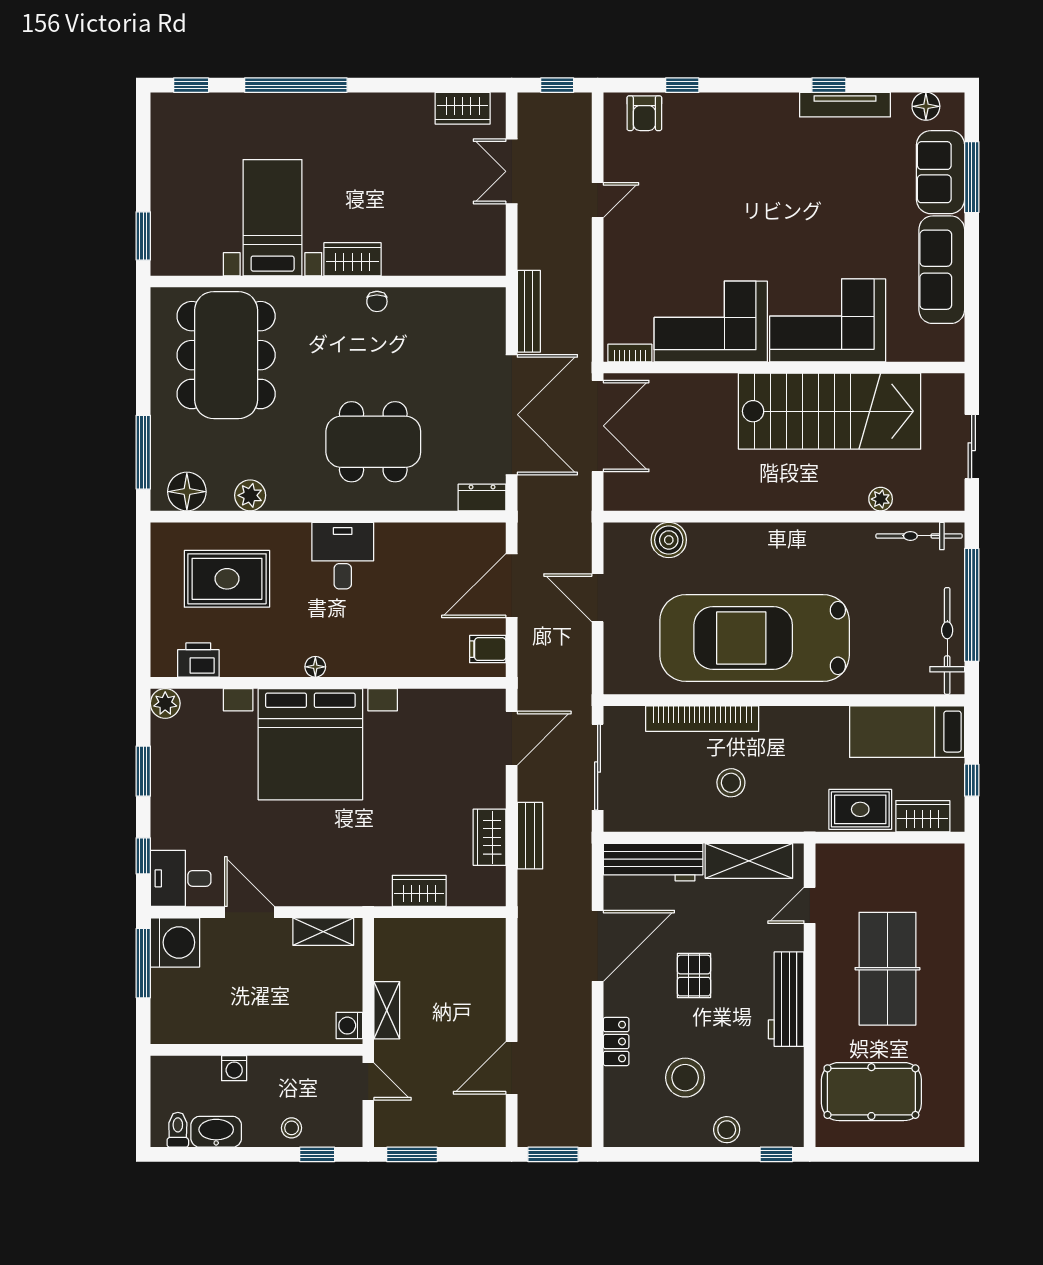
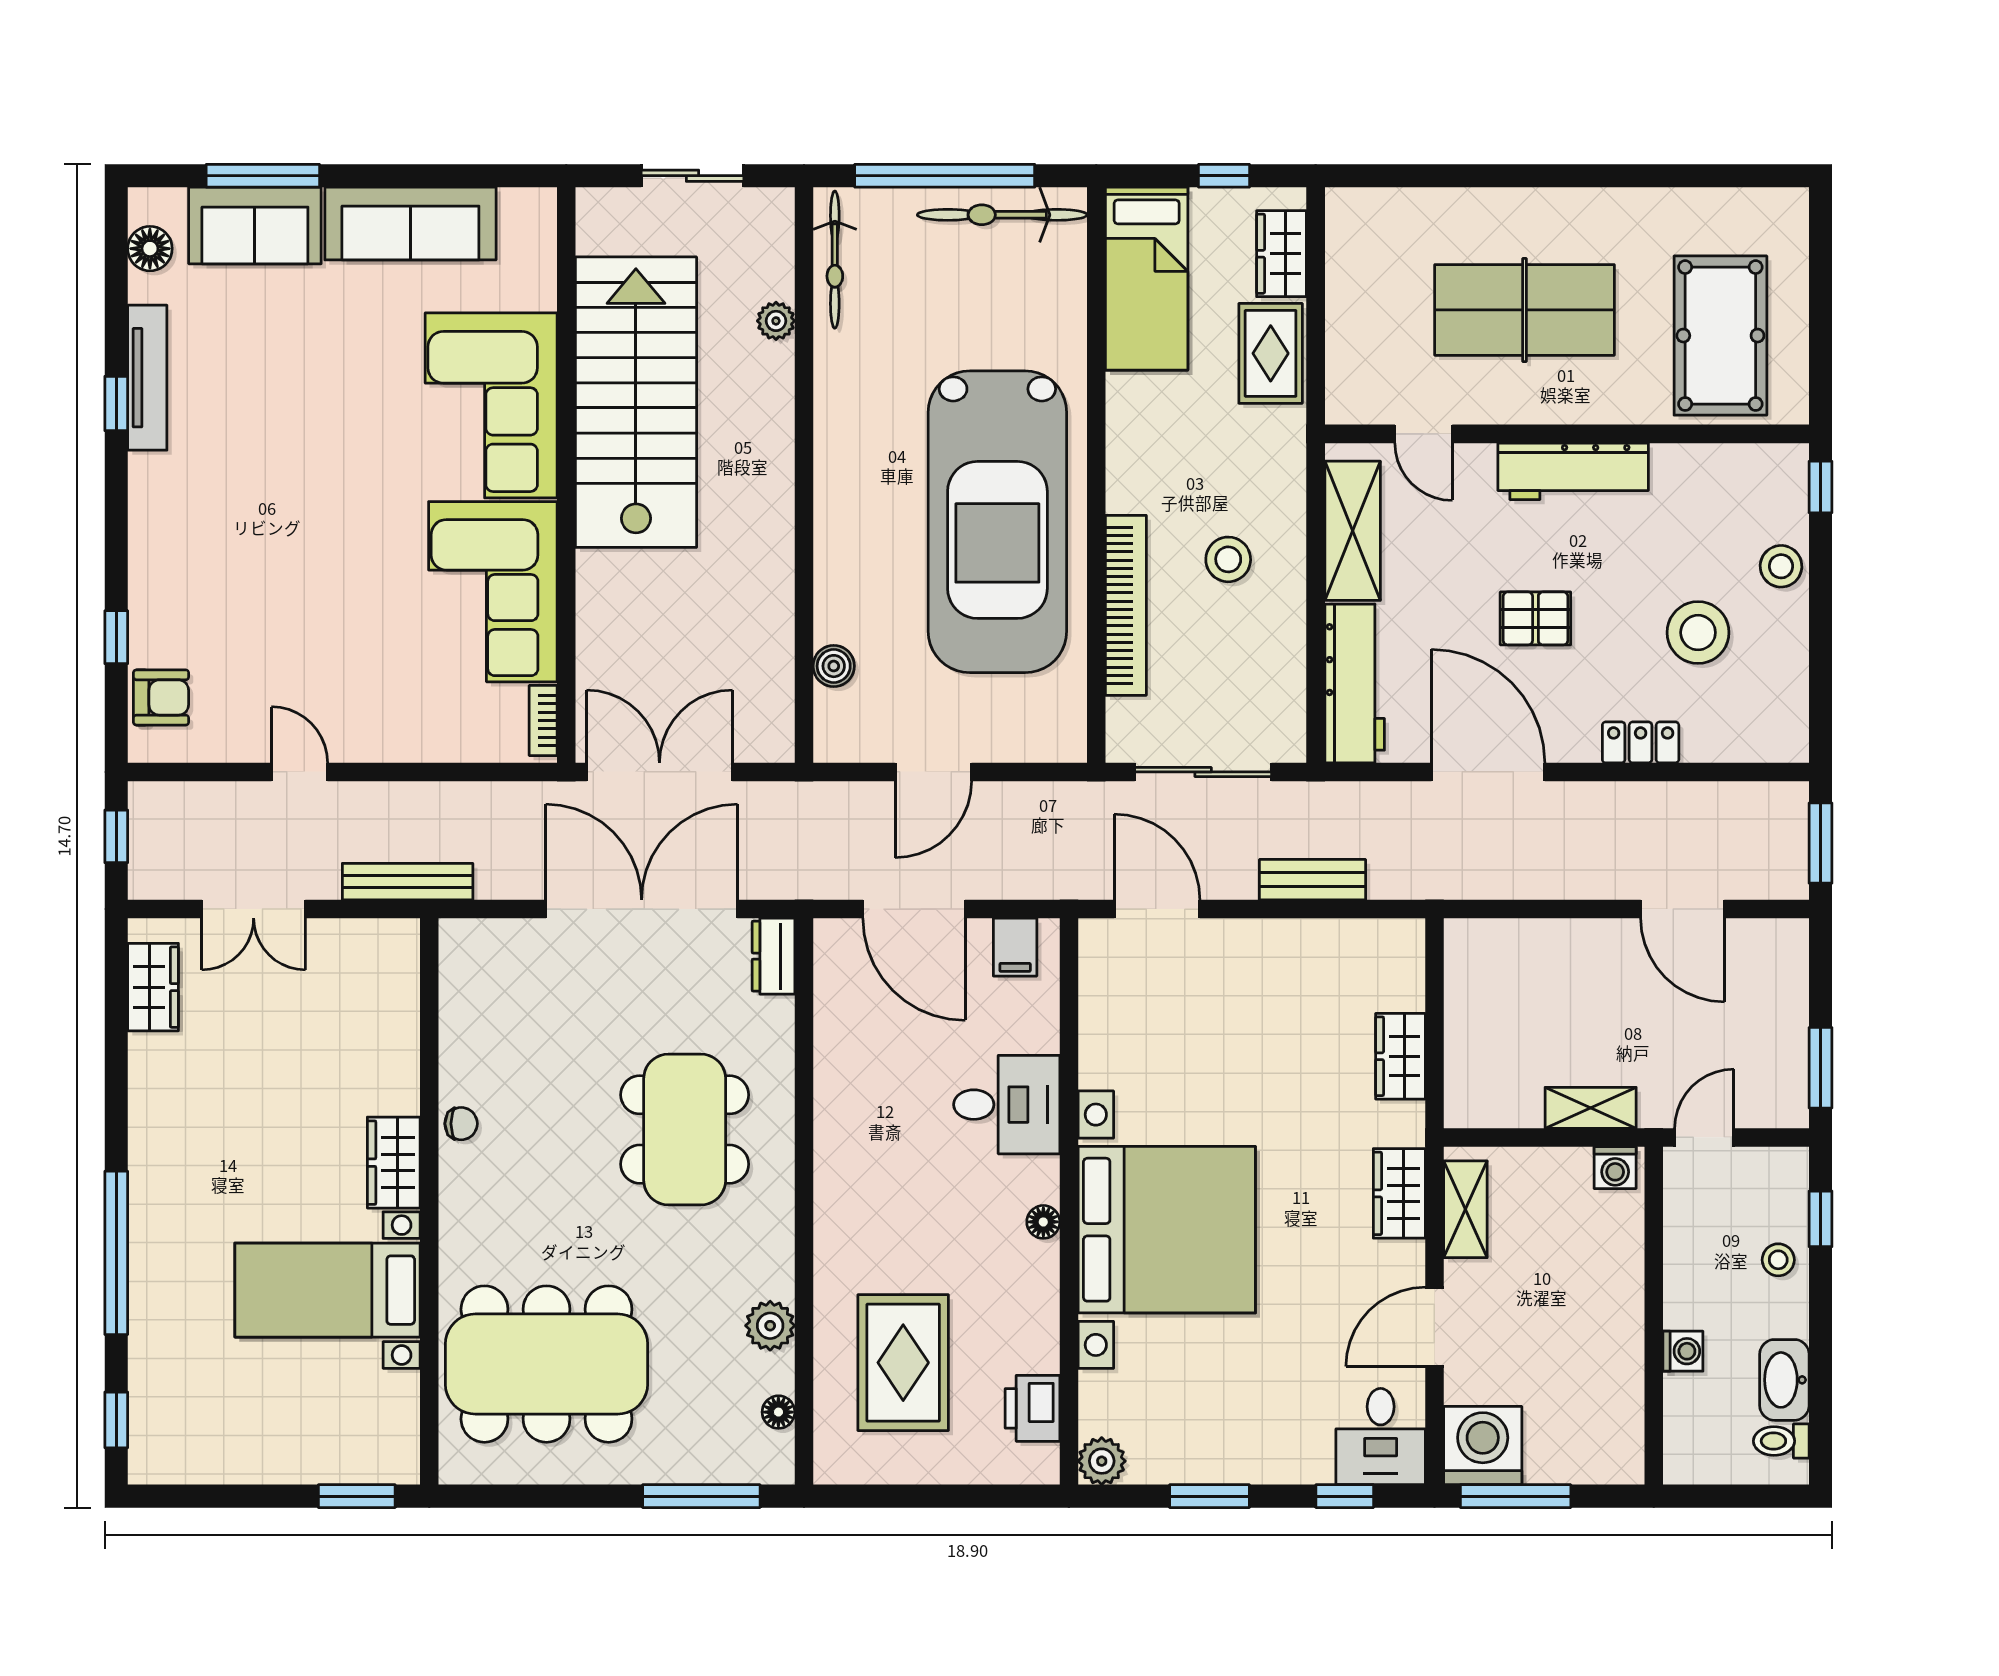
bench: (529, 311) -> (408, 882), moved
floor lamp: (187, 492) -> (778, 1412), width x0.53, depth x0.53
boiler: (669, 540) -> (834, 666), width x0.73, depth x0.73
desk: (343, 556) -> (1007, 1105), moved, turned 180
wardrobe: (490, 837) -> (1399, 1193), moved, turned 90

